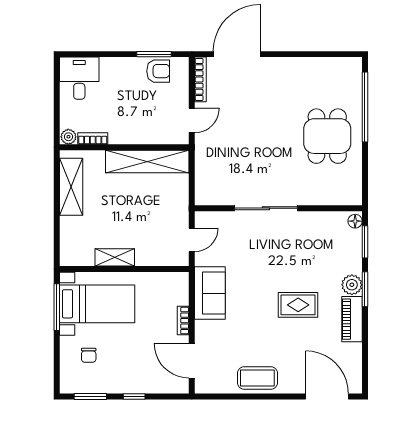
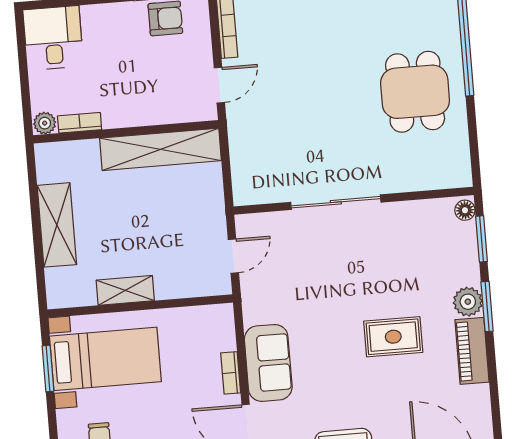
shelving: (71, 187) -> (57, 225), moved
sofa: (210, 293) -> (268, 363), moved
window: (57, 307) -> (48, 368), width x0.69

